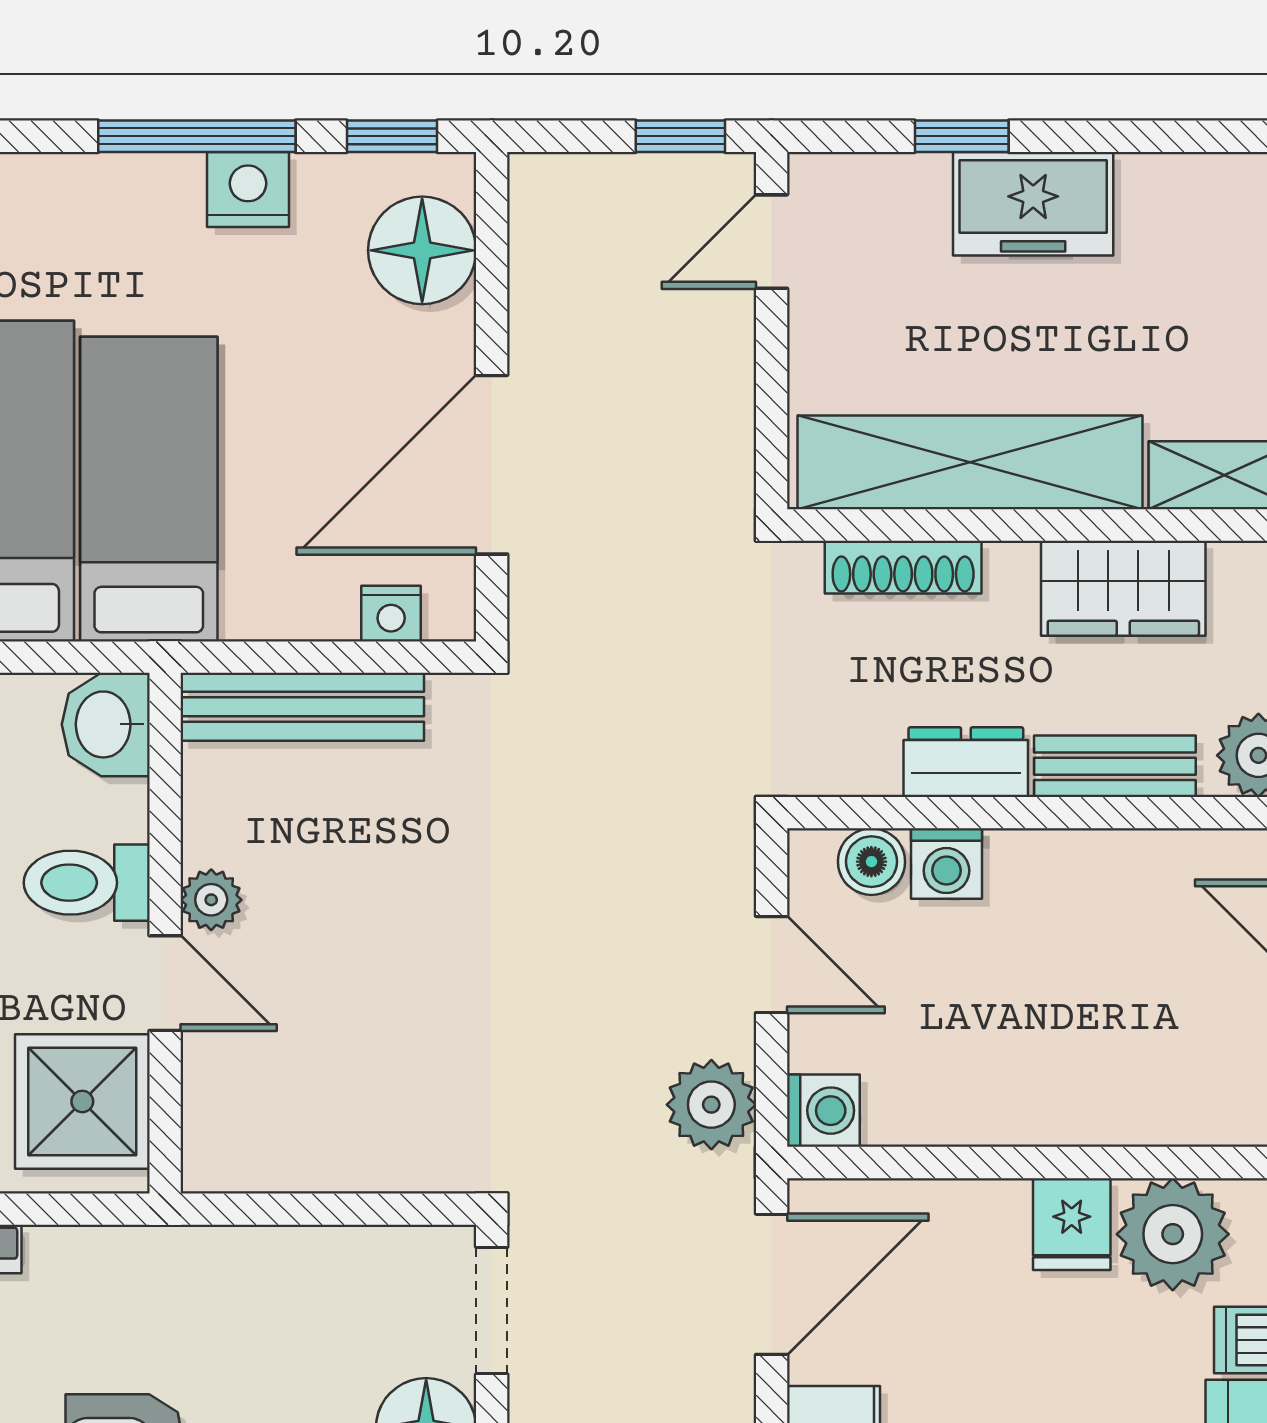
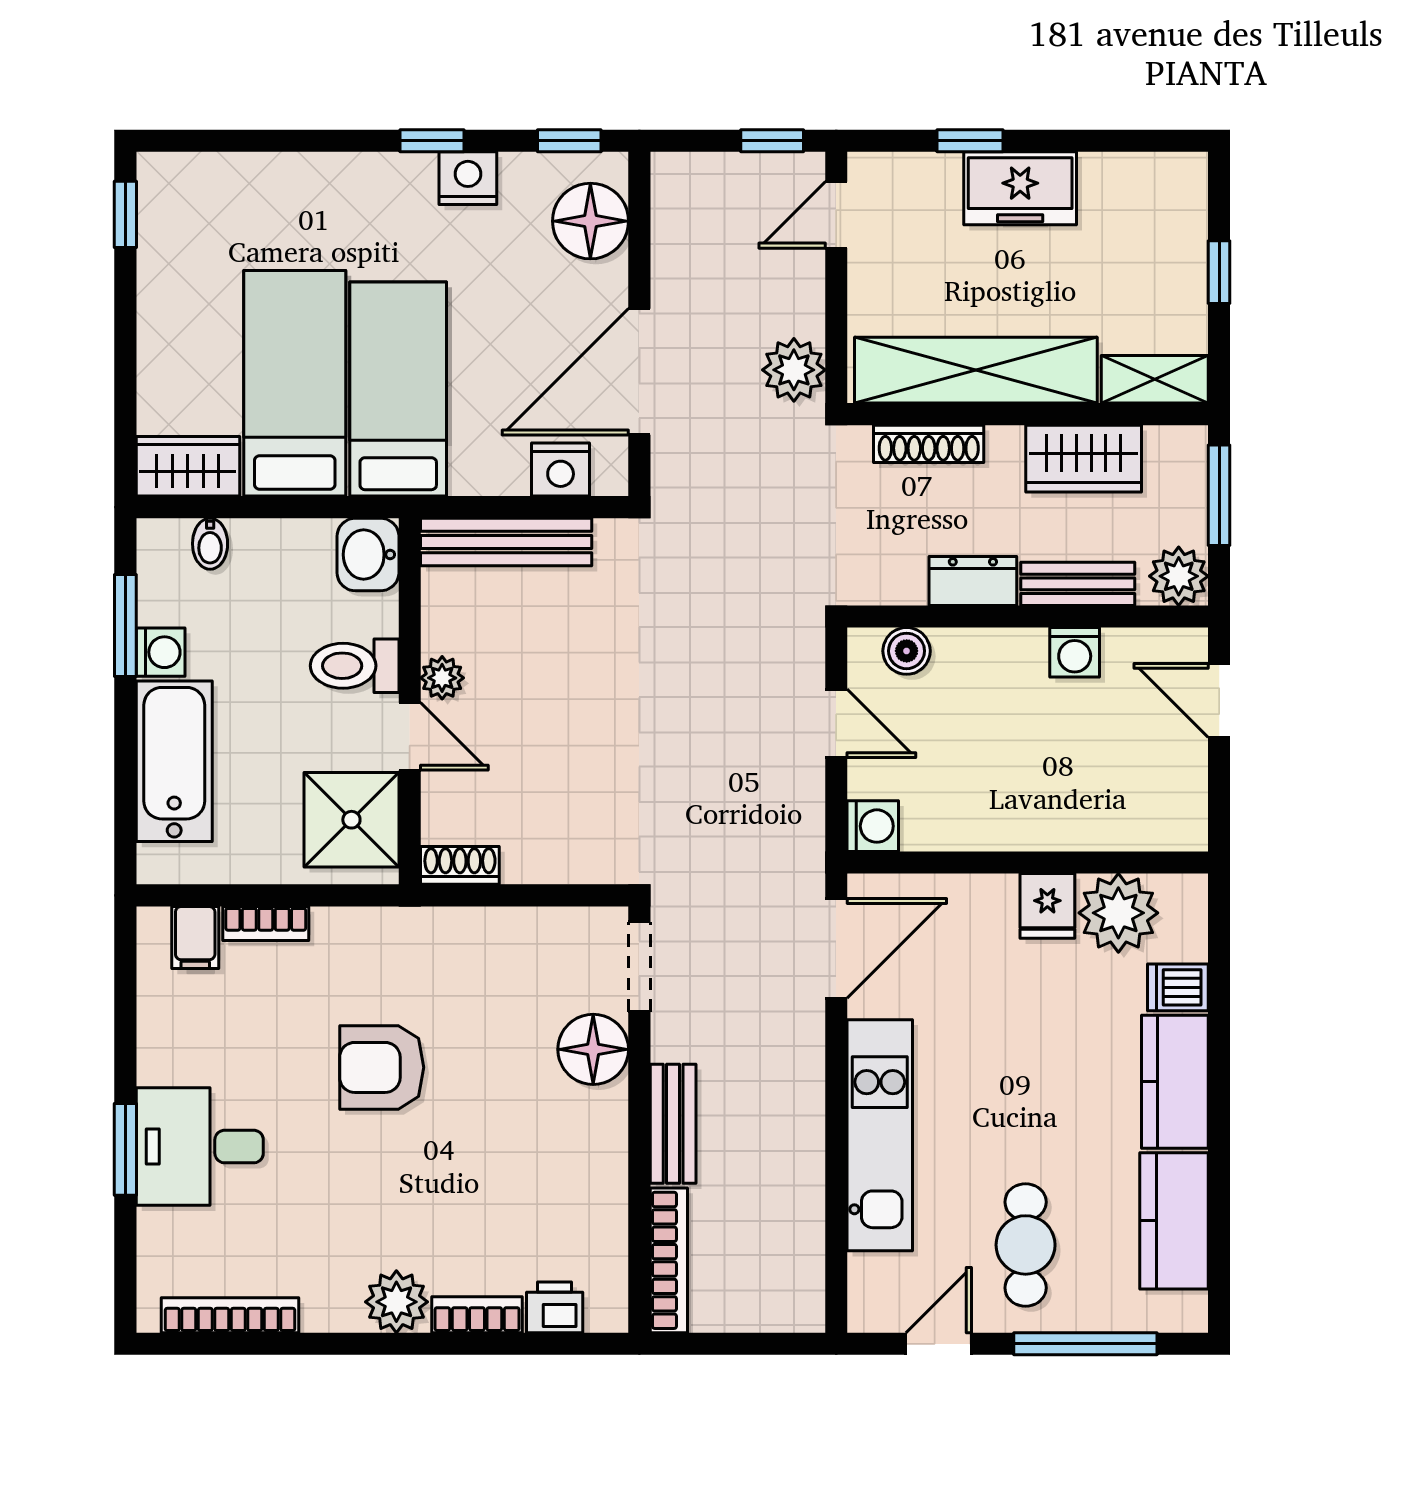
window: (197, 136) -> (432, 141), width x0.46
nightstand: (391, 614) -> (561, 470), width x1.39, depth x1.35
washing machine: (946, 863) -> (1075, 652), moved
plant: (711, 1105) -> (794, 370), moved
shoe rack: (237, 1166) -> (460, 865), added

